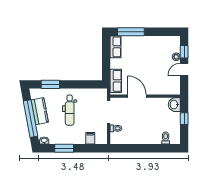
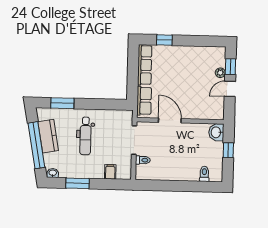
window: (131, 32) -> (164, 40), width x0.46
row of seats: (116, 47) -> (145, 65), width x1.48

